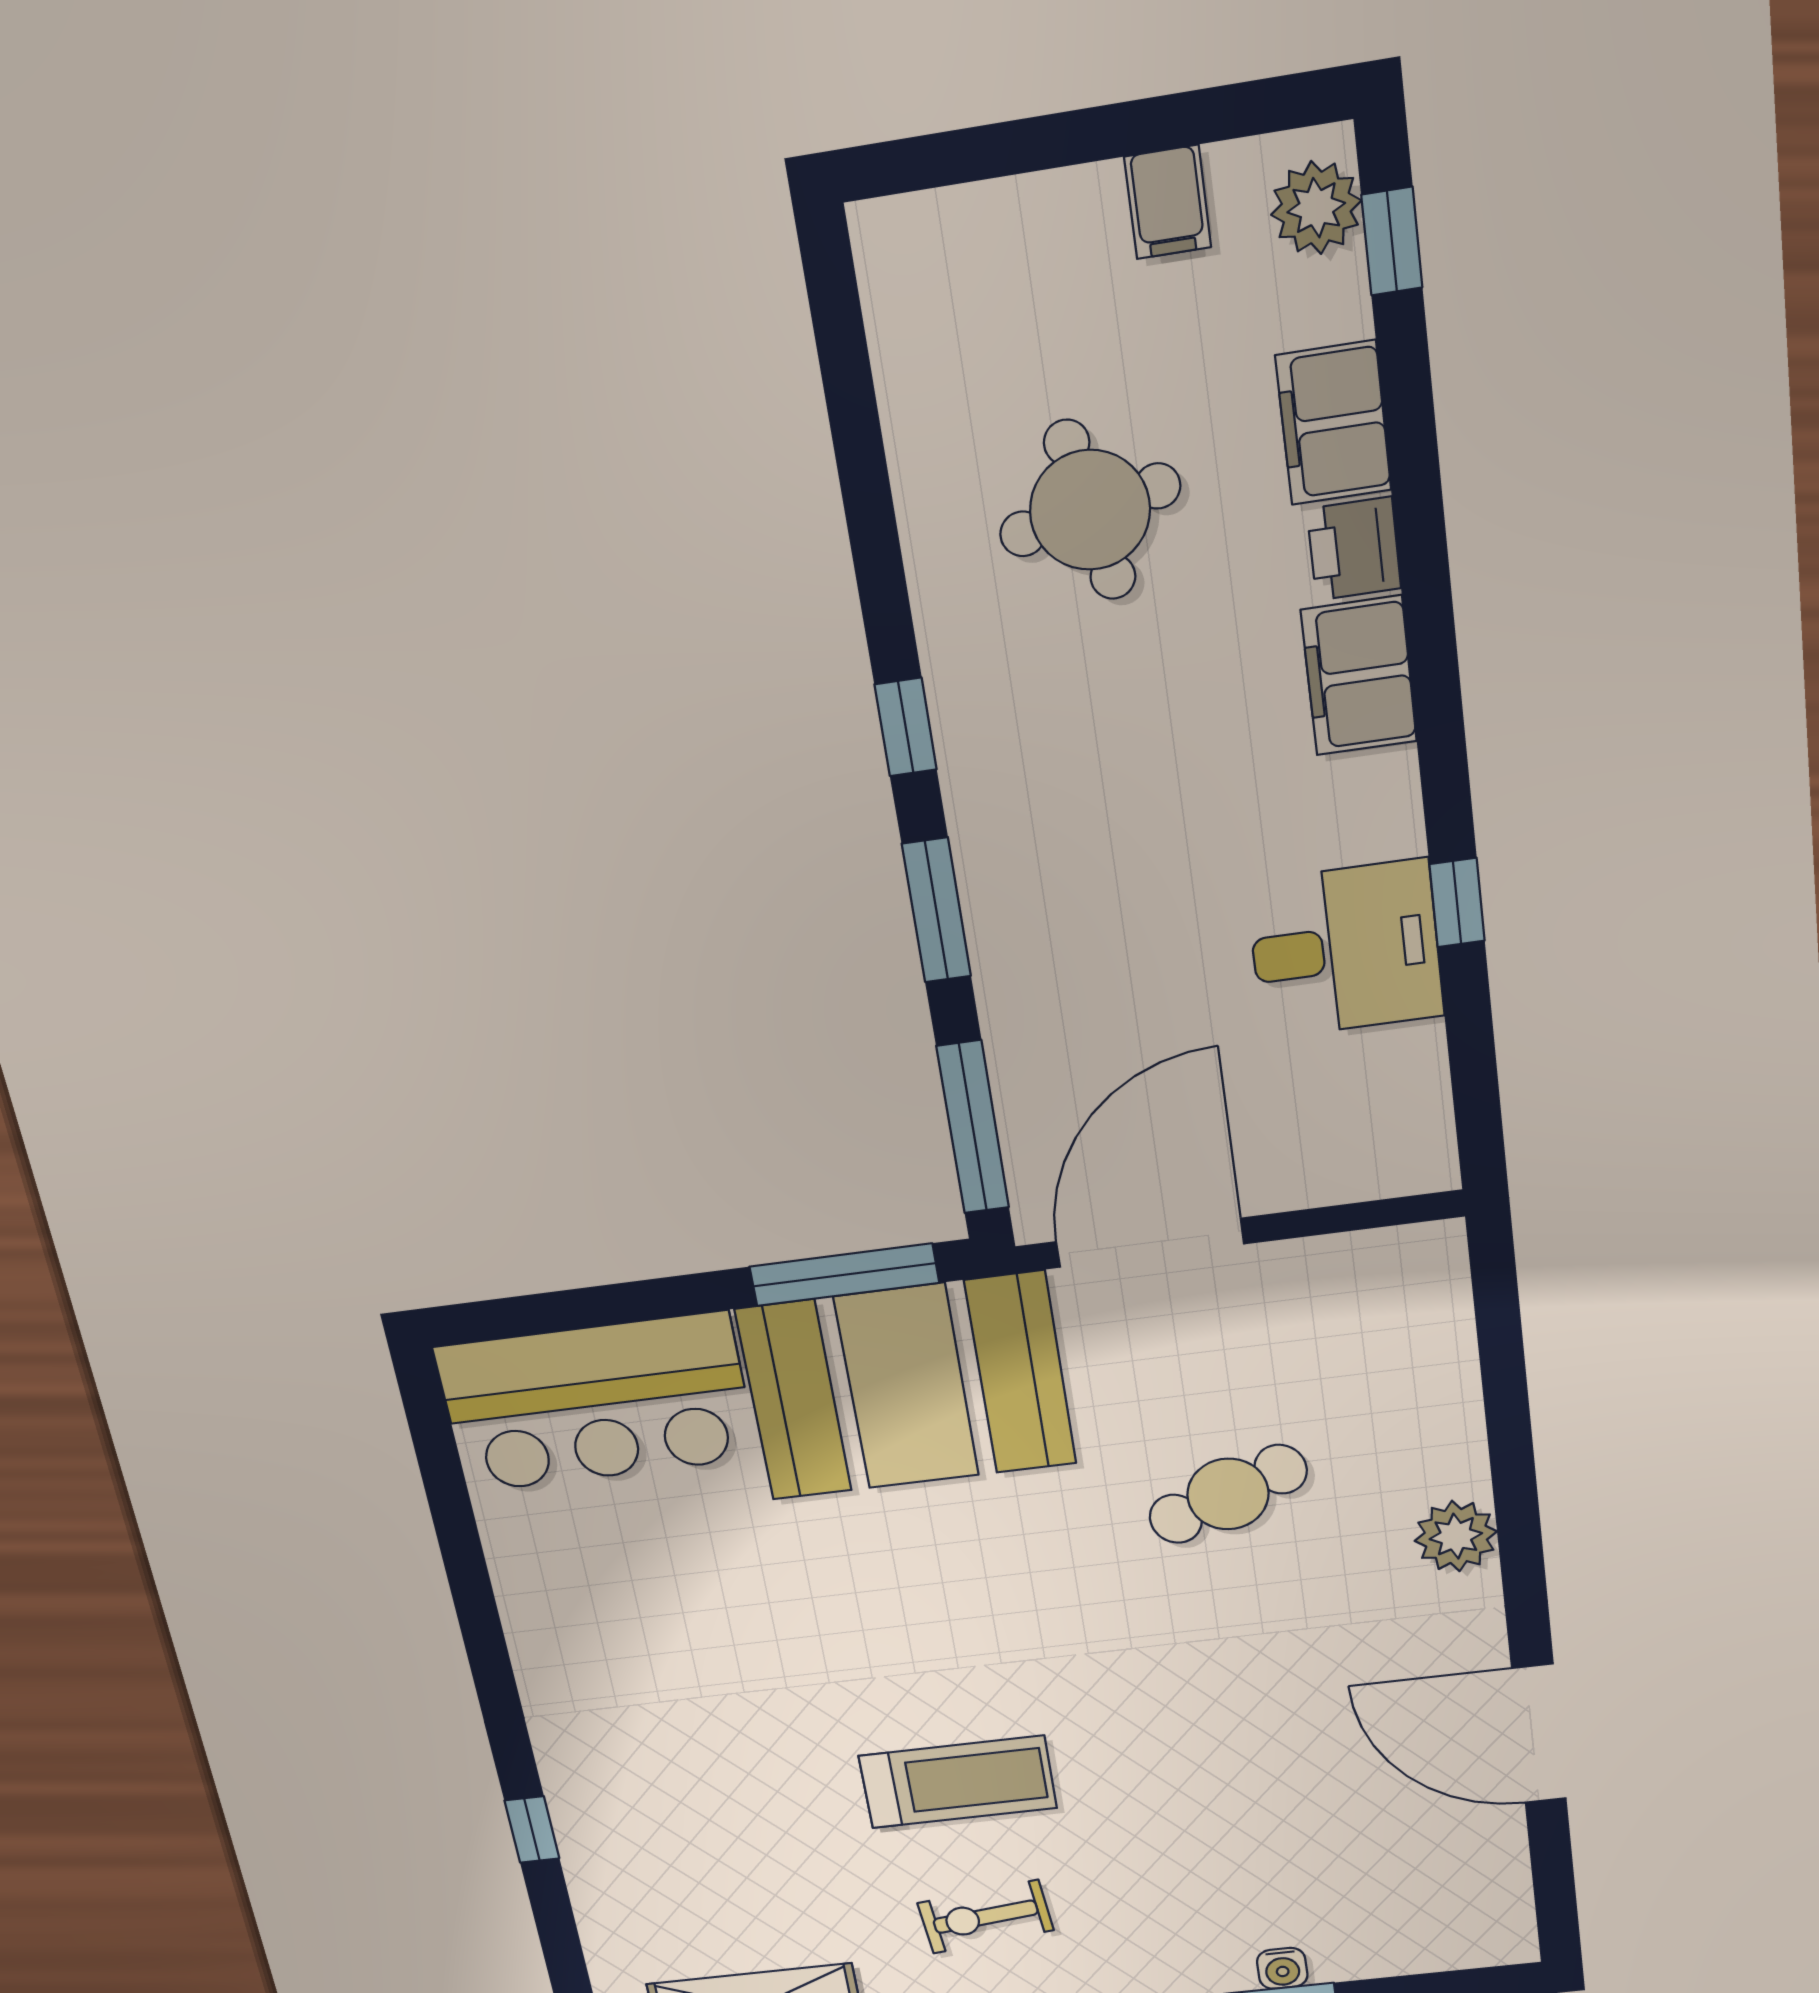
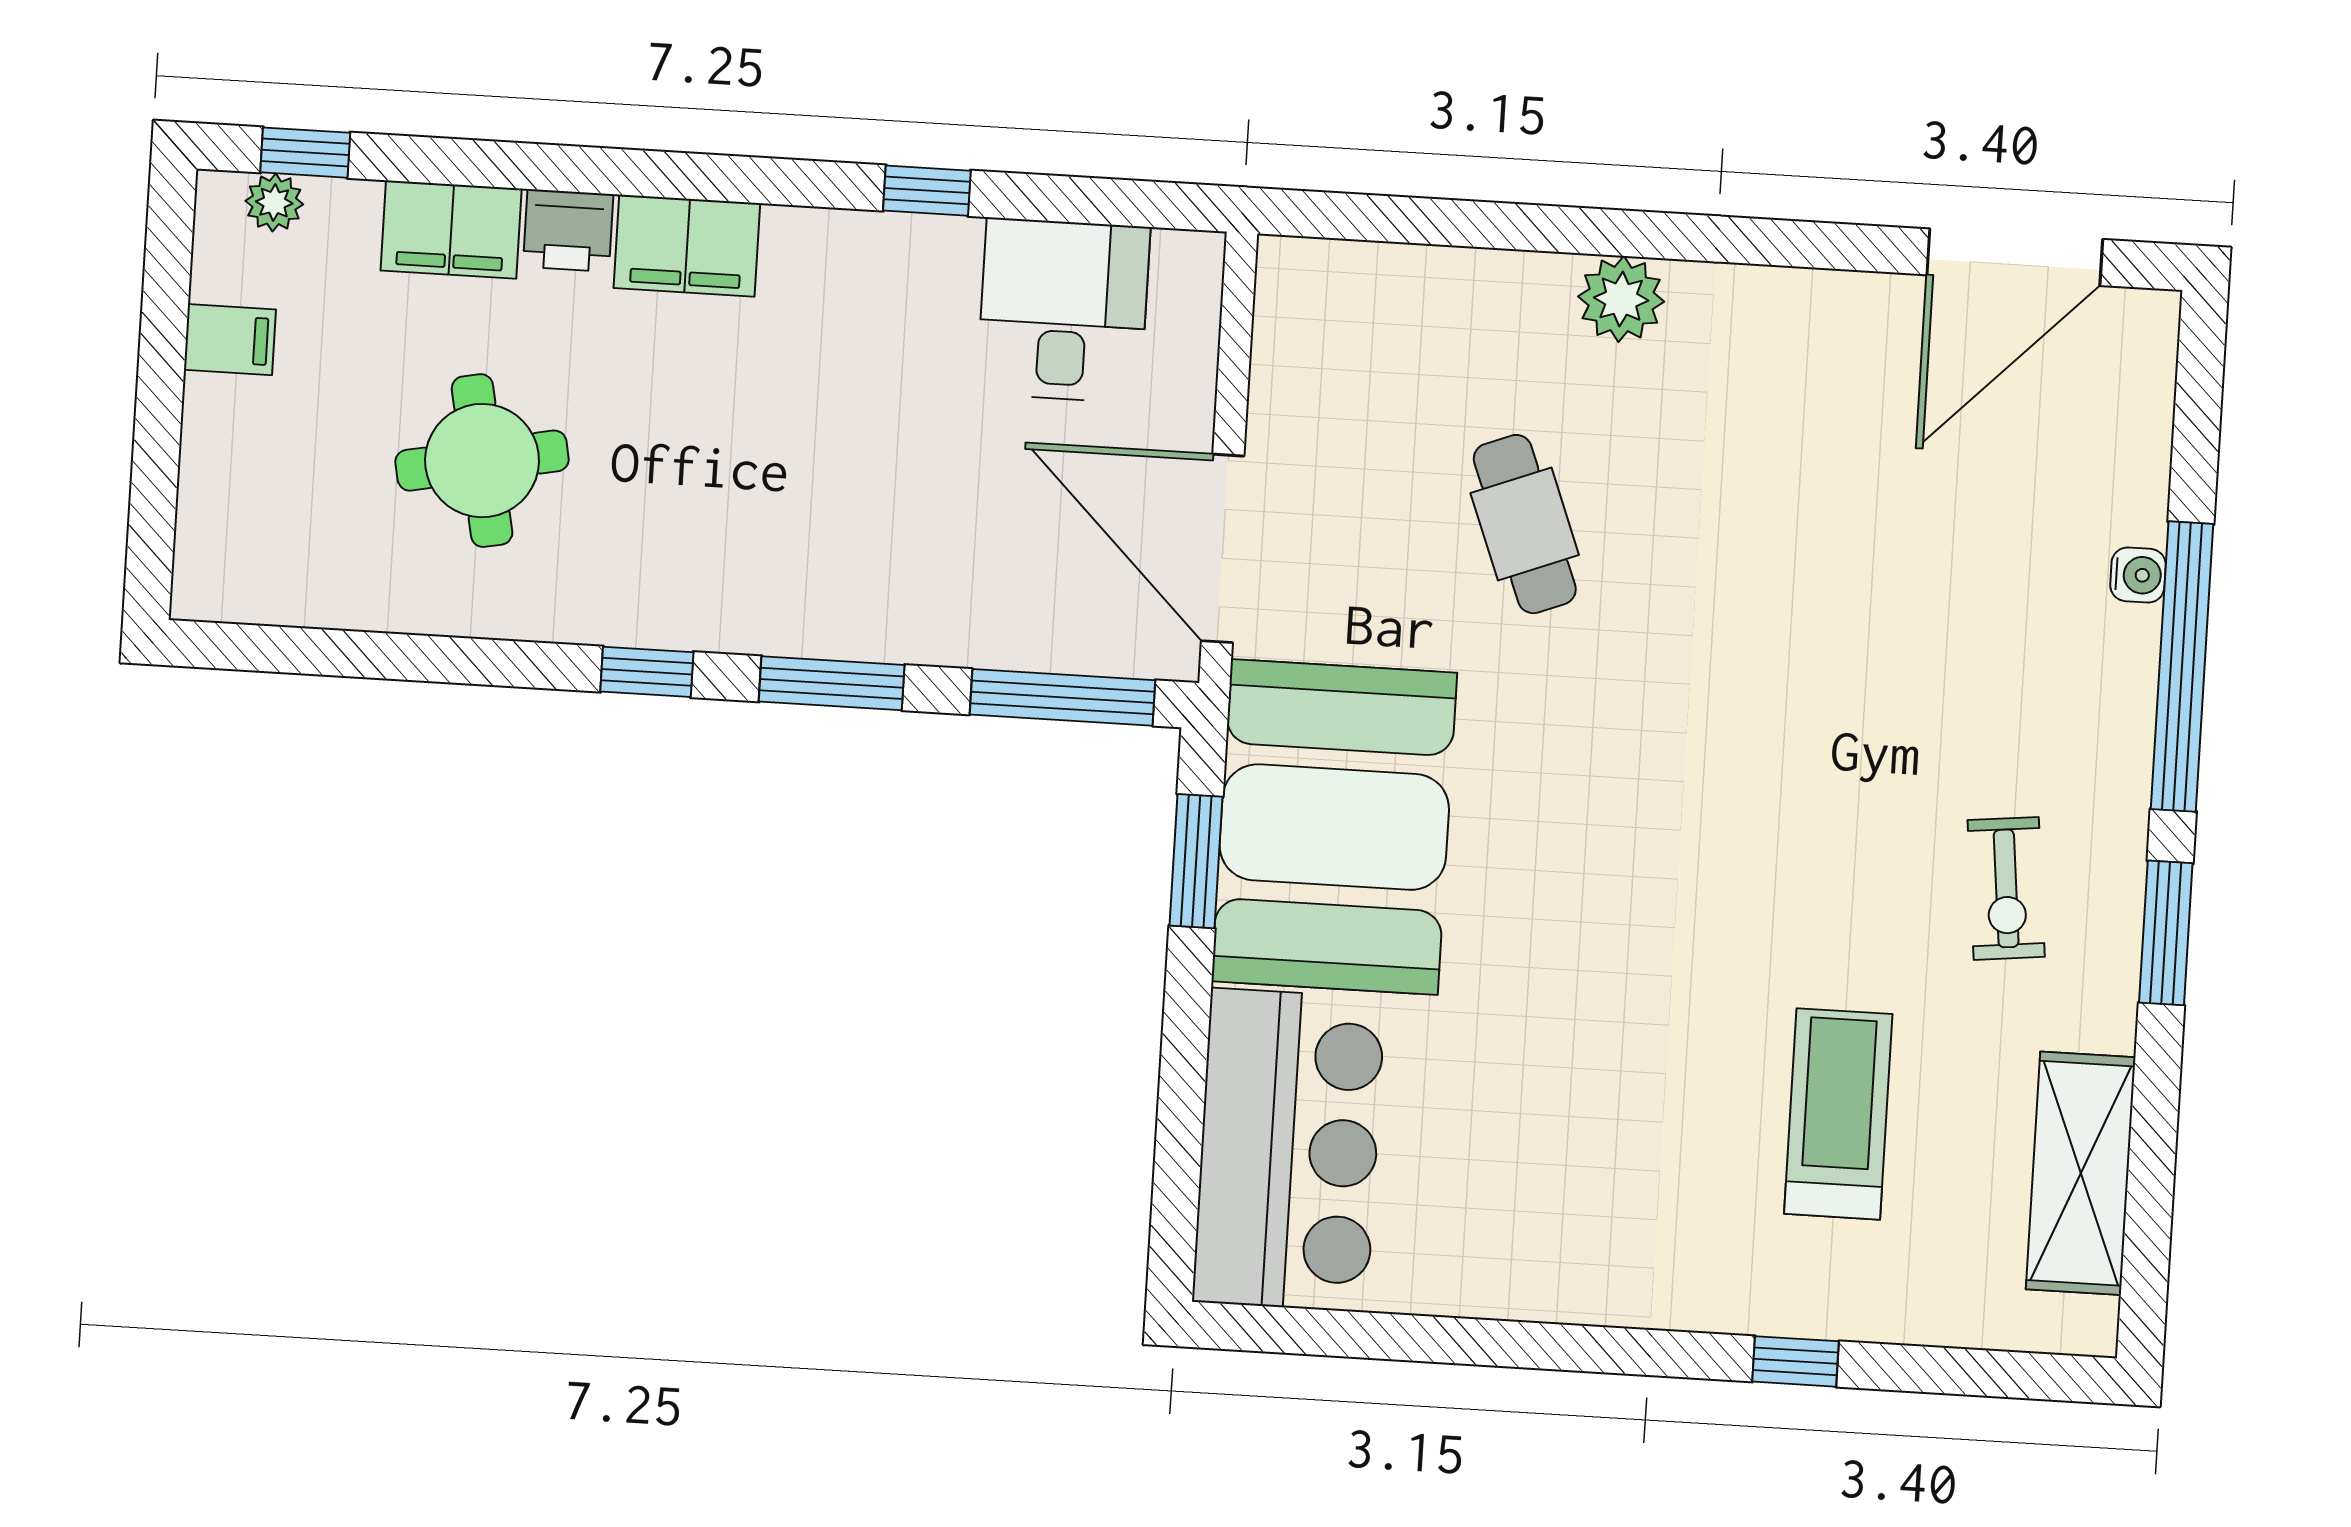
plant: (1316, 208) -> (274, 203), width x0.73, depth x0.73
desk: (1345, 949) -> (1063, 310), moved
window: (844, 1275) -> (1196, 861), width x0.69
door: (1539, 1734) -> (2015, 257), moved
treadmill: (958, 1782) -> (1838, 1114), moved

